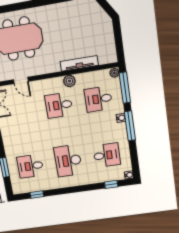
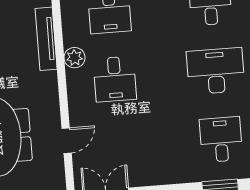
desk: (68, 161) -> (216, 71), turned 180
desk: (30, 166) -> (221, 139), turned 180

